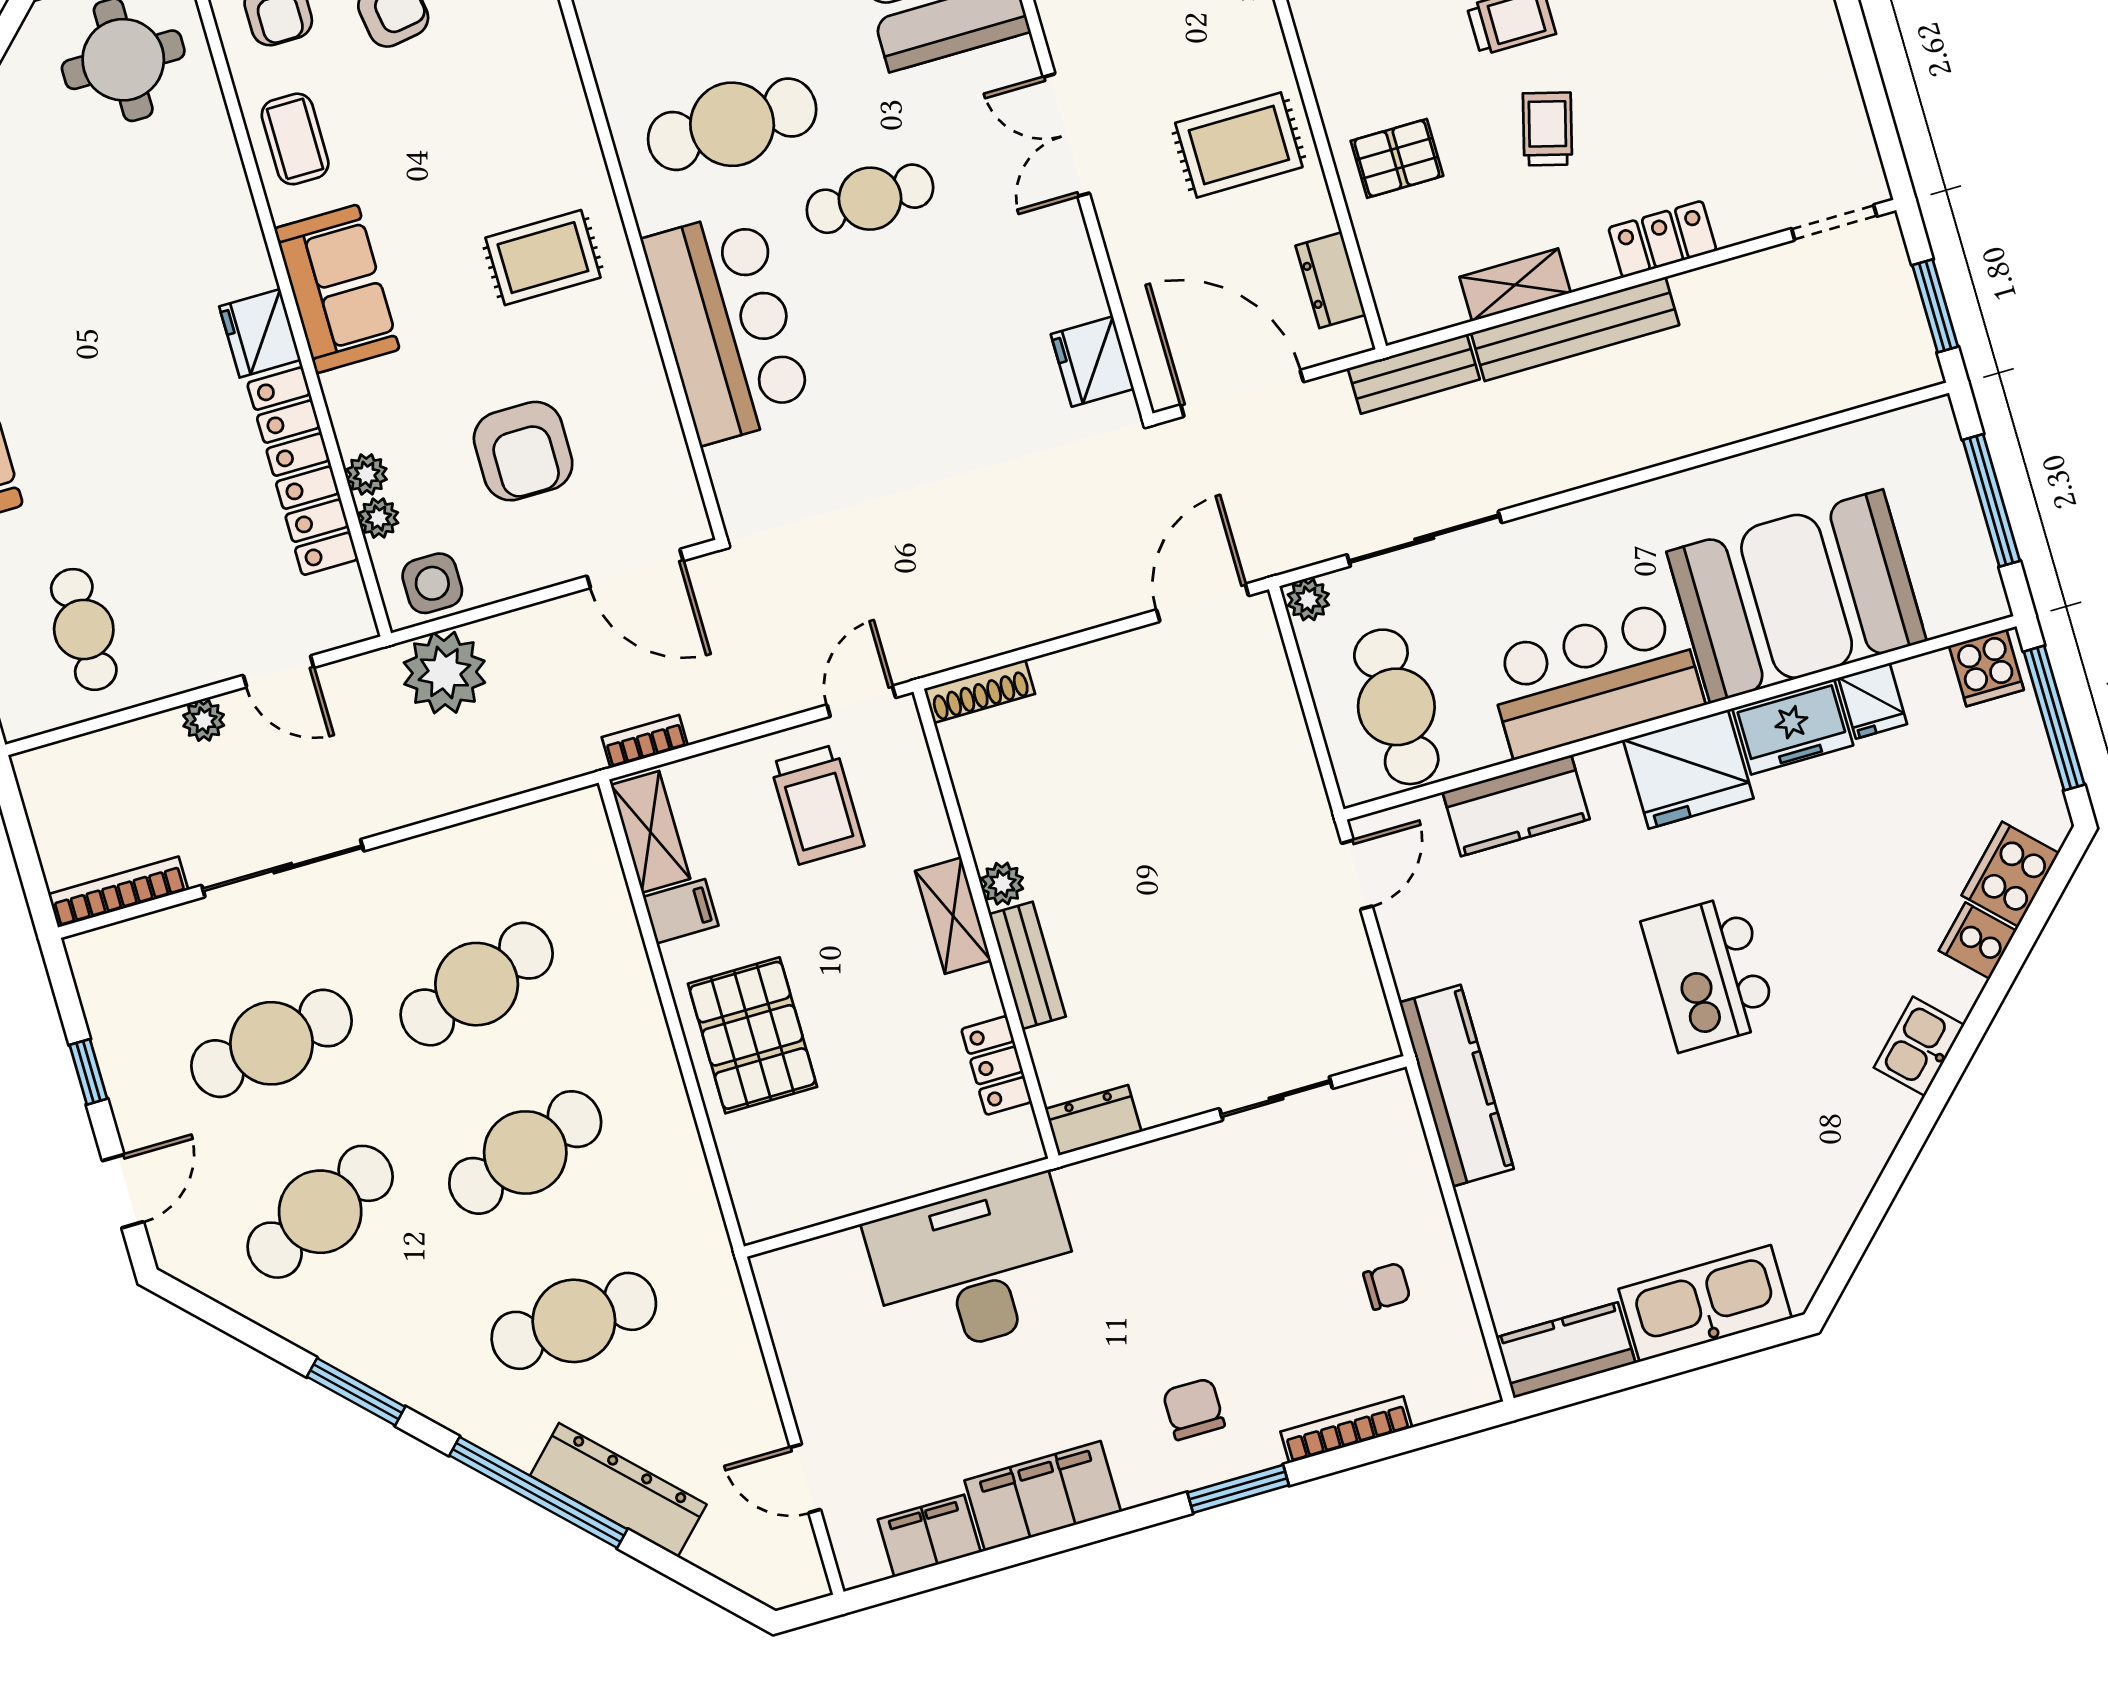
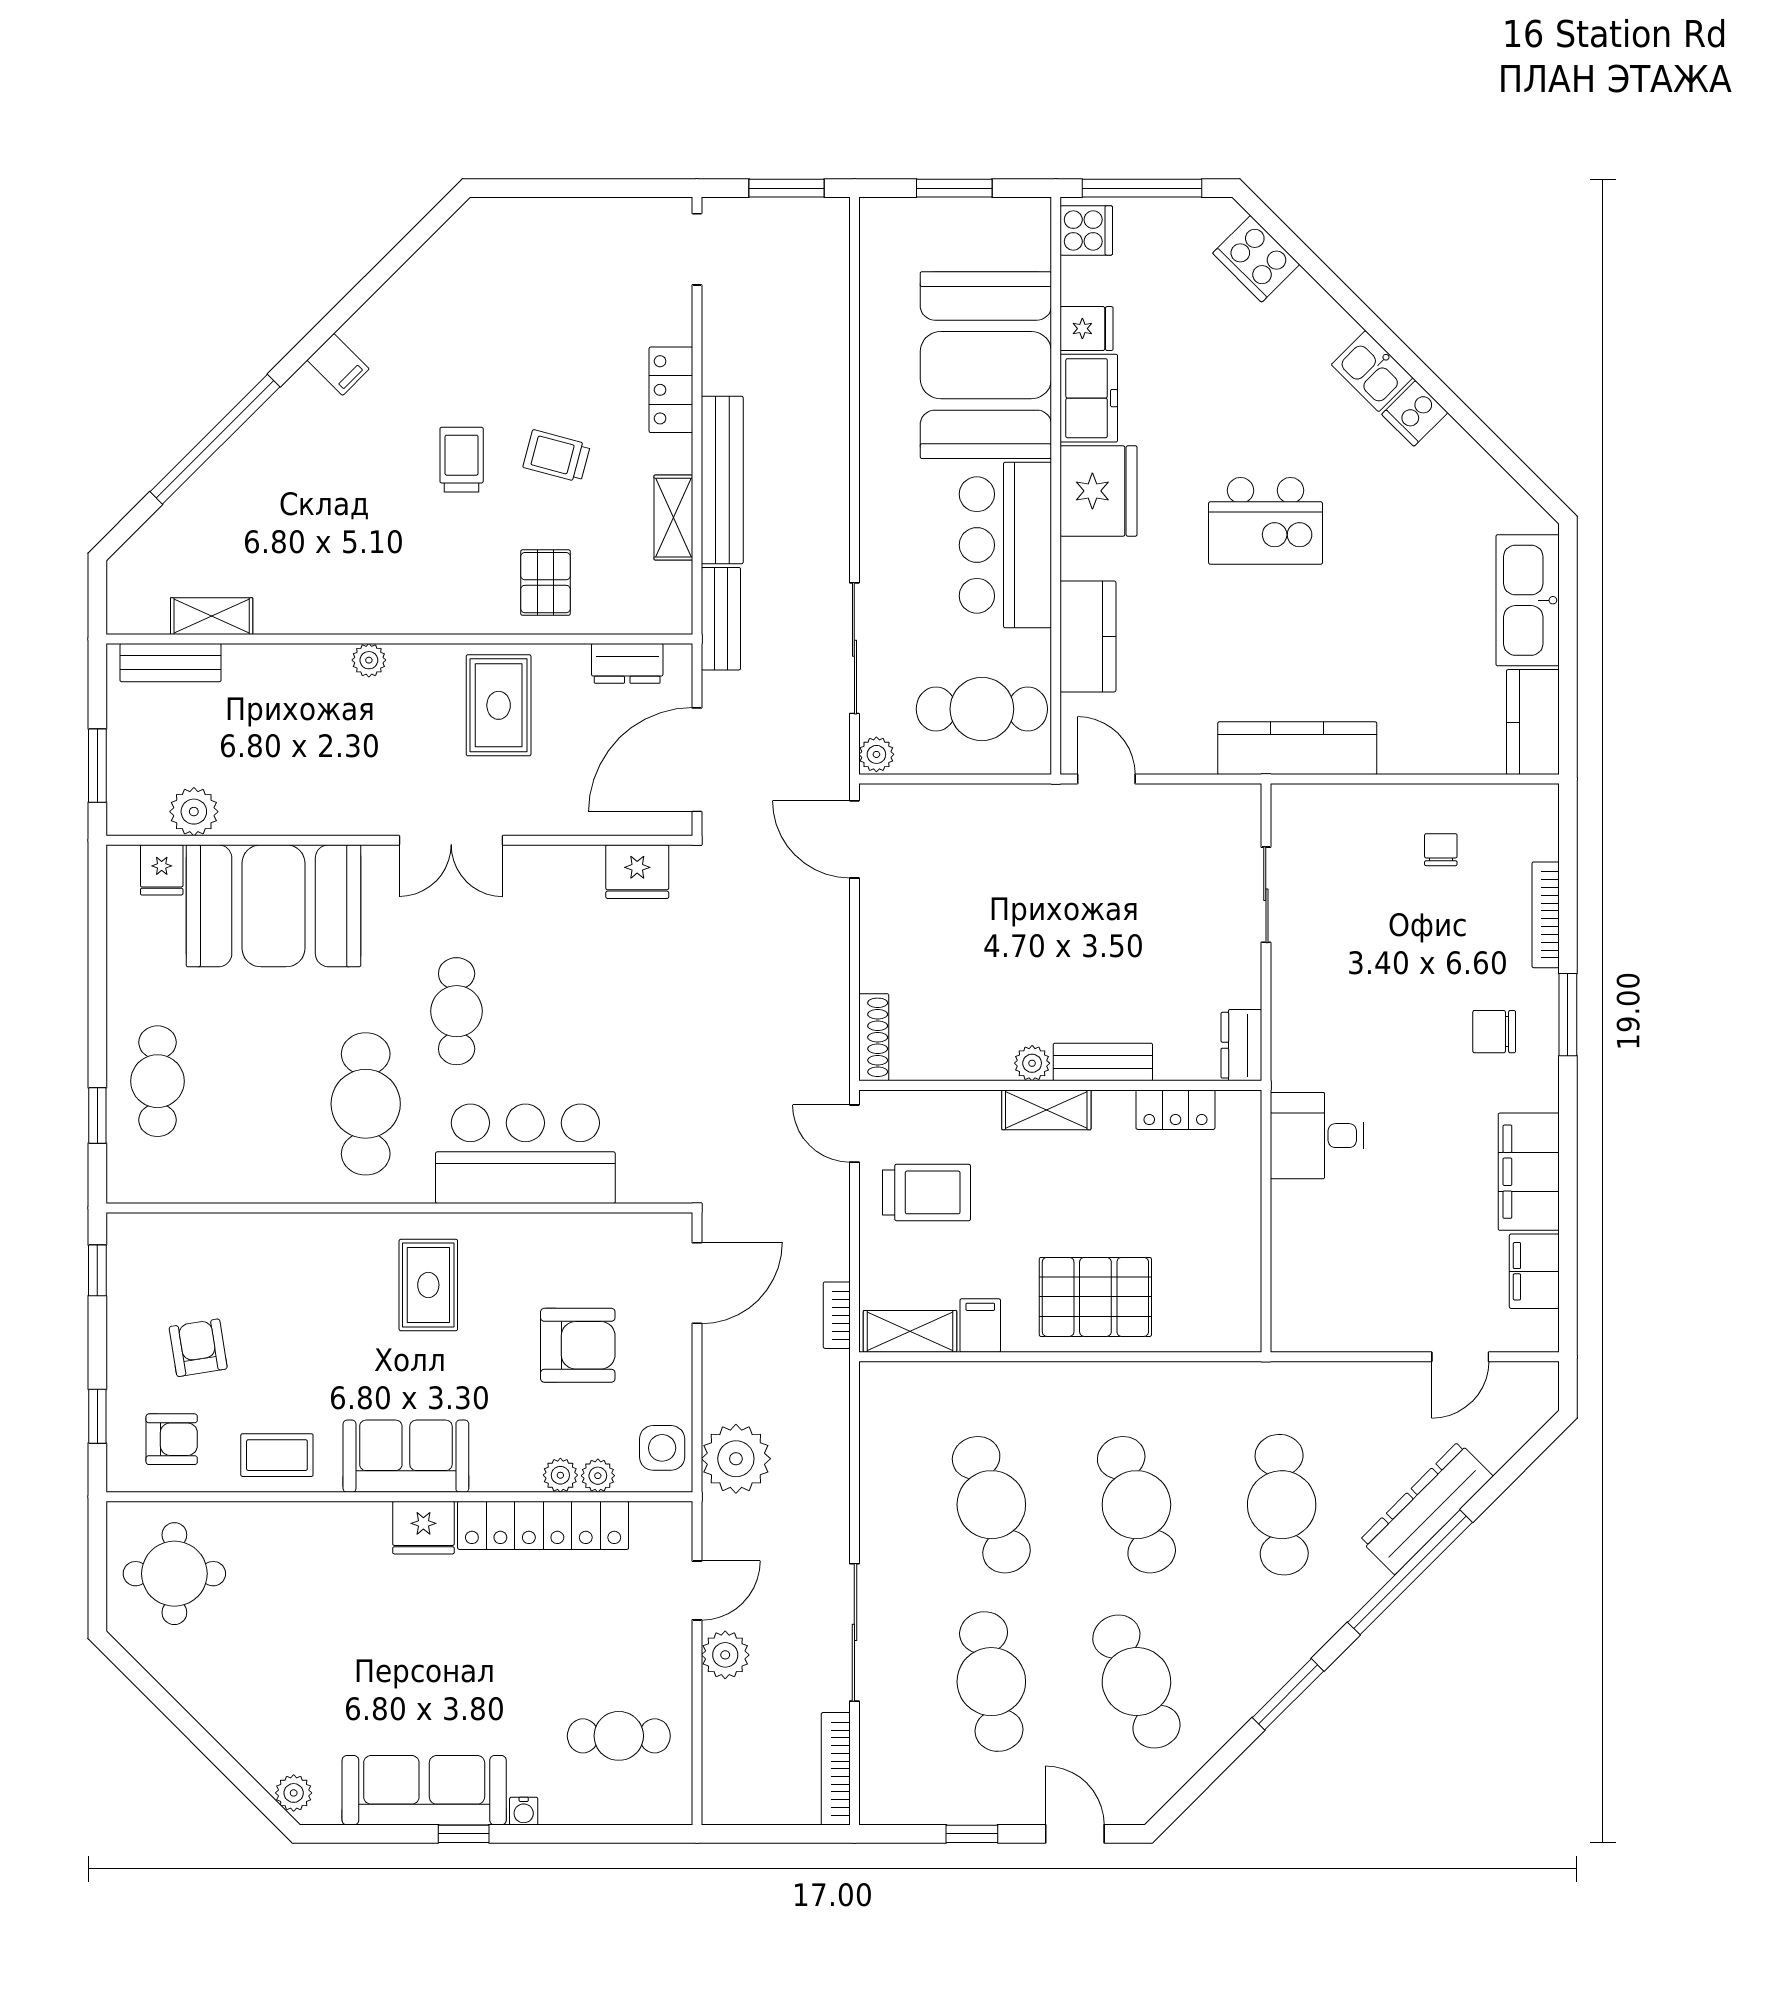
window: (1991, 500) -> (954, 188), width x0.69
plant: (204, 720) -> (725, 1655), width x1.38, depth x1.38
cooker: (1978, 941) -> (1415, 413), moved
desk: (975, 1267) -> (1317, 1136), width x0.53, depth x0.77

